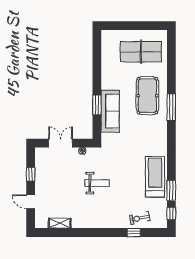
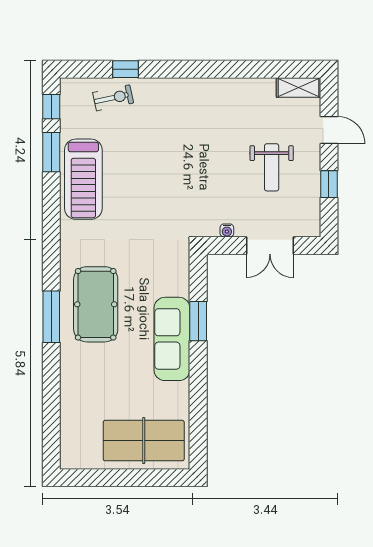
table tennis table: (141, 52) -> (144, 441), moved
pool table: (147, 96) -> (96, 304), moved
sofa: (110, 111) -> (172, 339), moved
weight bench: (97, 183) -> (272, 167), moved, turned -90
shelving: (60, 223) -> (298, 88), moved

